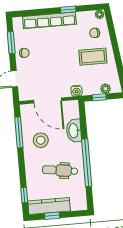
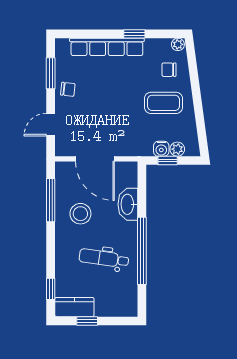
water cooler: (77, 91) -> (161, 149), moved
kitchen counter: (49, 206) -> (74, 307), width x0.67

